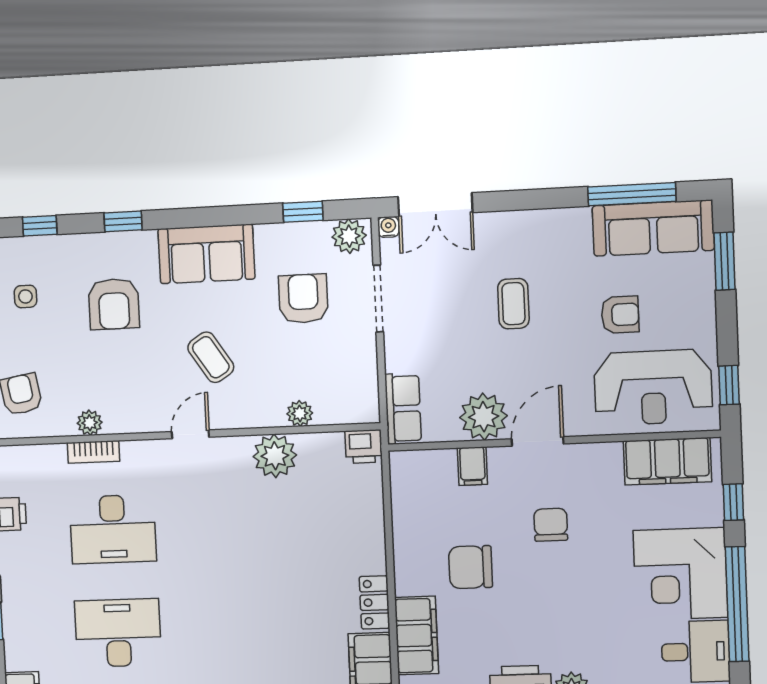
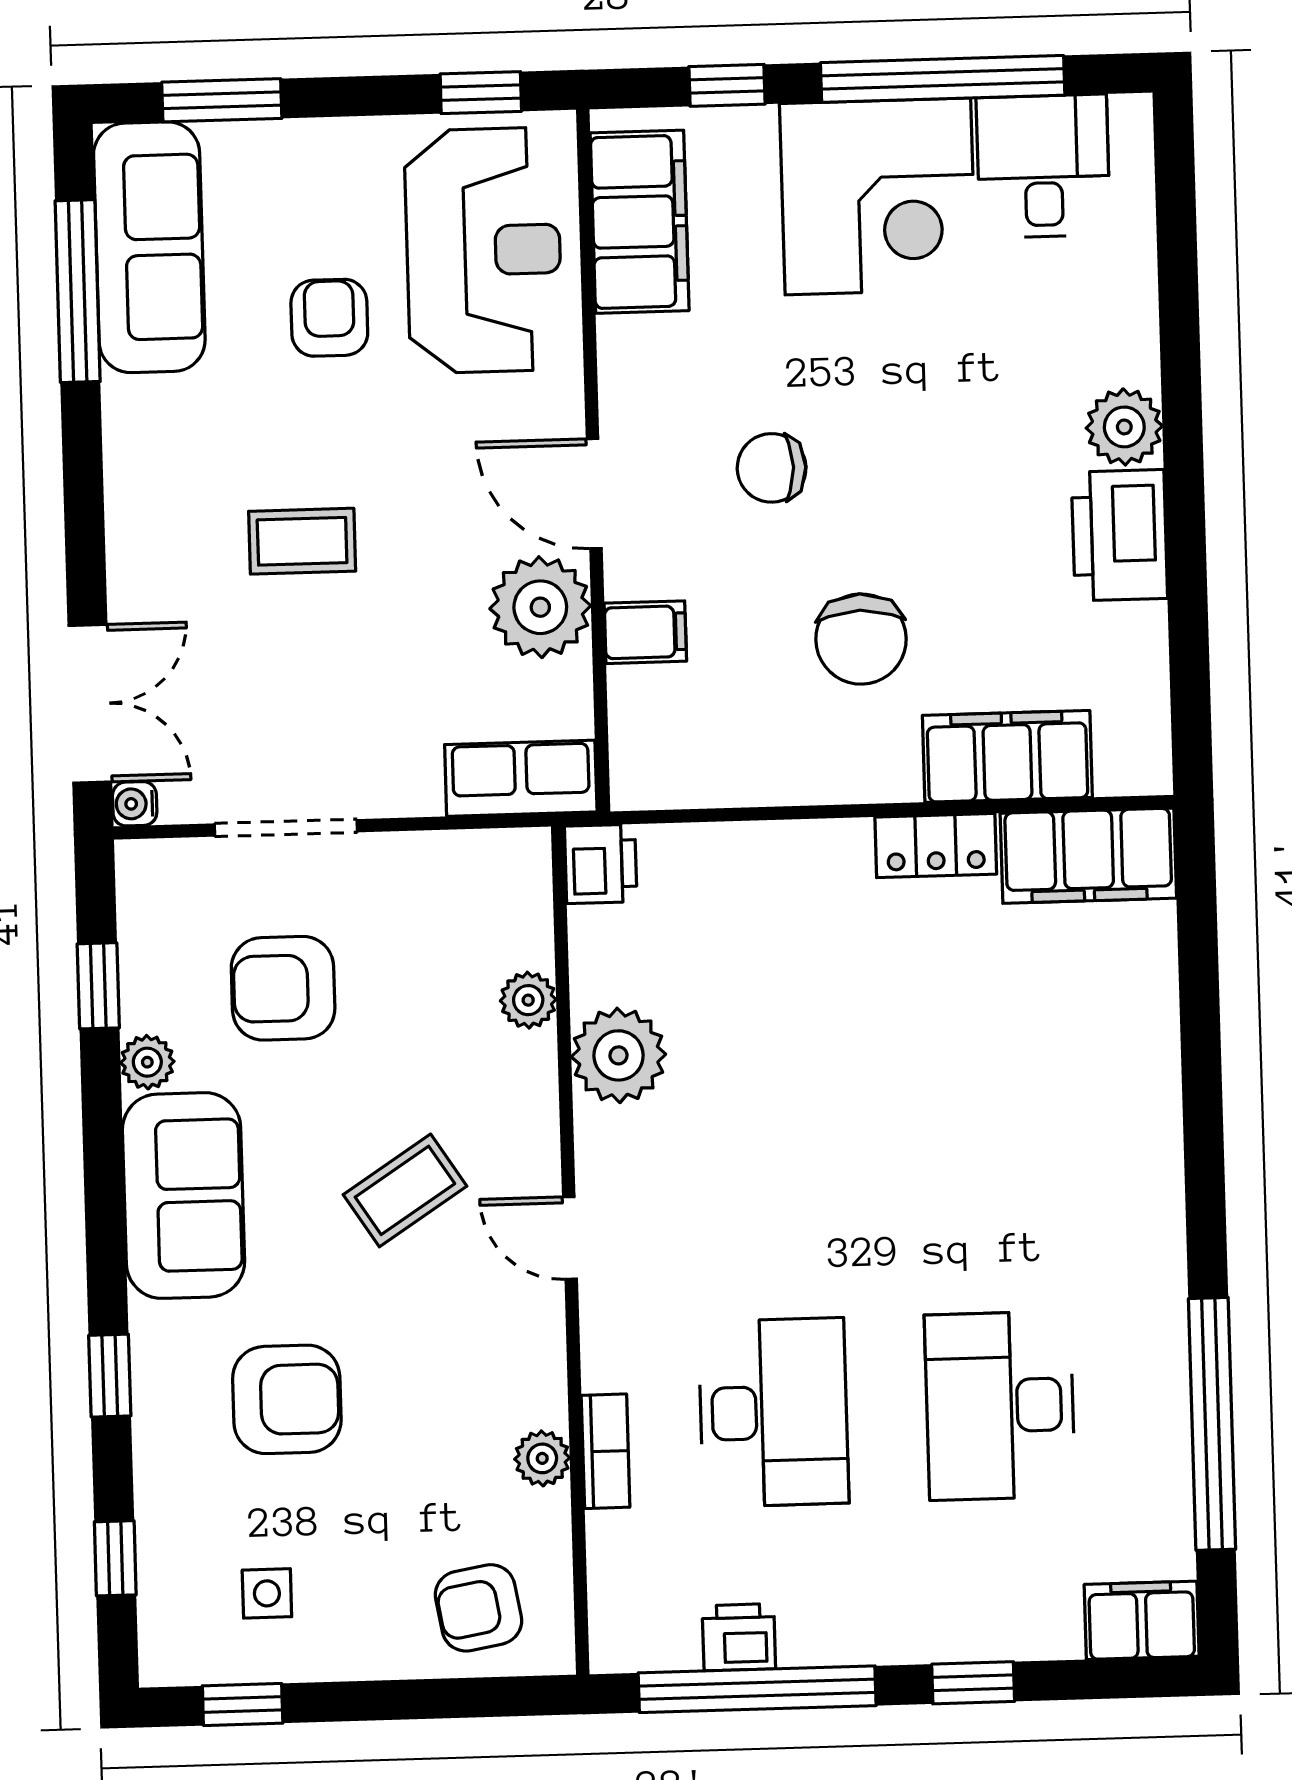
plant: (349, 236) -> (147, 1062), moved, width x0.73, depth x0.73

